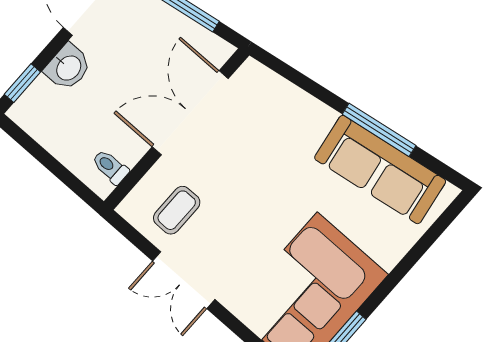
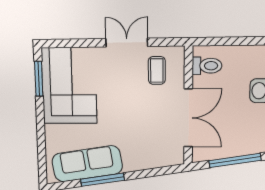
toilet: (110, 167) -> (207, 66), width x1.37, depth x1.39

